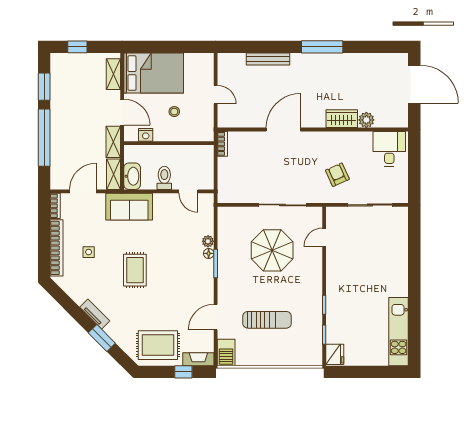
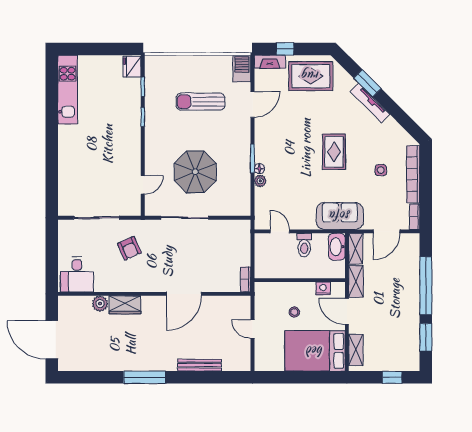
tv unit: (95, 314) -> (370, 103), width x1.41

